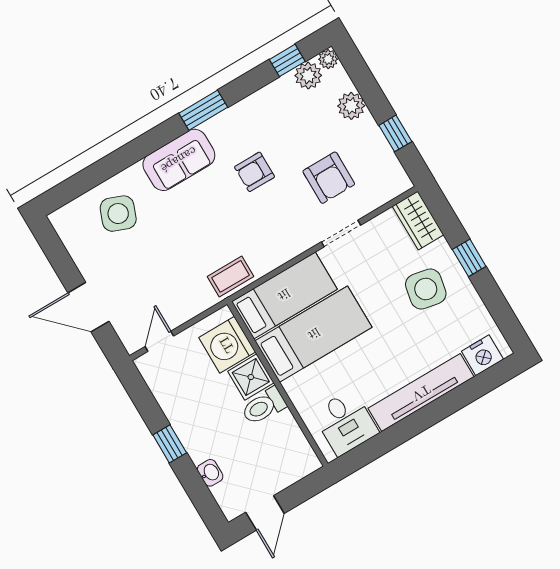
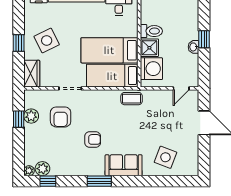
plant: (351, 106) -> (31, 116), moved
armchair: (329, 178) -> (61, 117), turned 180
side table: (426, 289) -> (47, 41), turned -37
washbasin: (210, 473) -> (194, 47), moved

